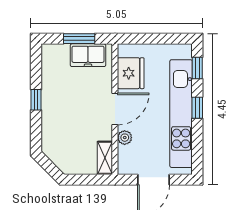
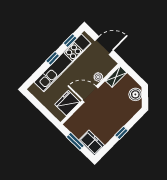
freezer: (88, 55) -> (92, 143), moved
window: (197, 68) -> (70, 41), moved
boiler: (63, 159) -> (135, 94), added

